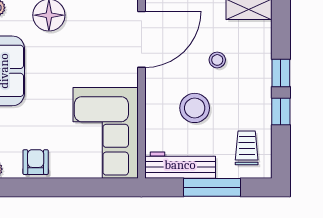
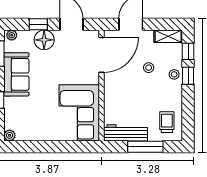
stool: (195, 108) -> (174, 74), moved, width x0.53, depth x0.53
window: (281, 111) -> (188, 51), moved
armchair: (36, 162) -> (36, 131), removed

